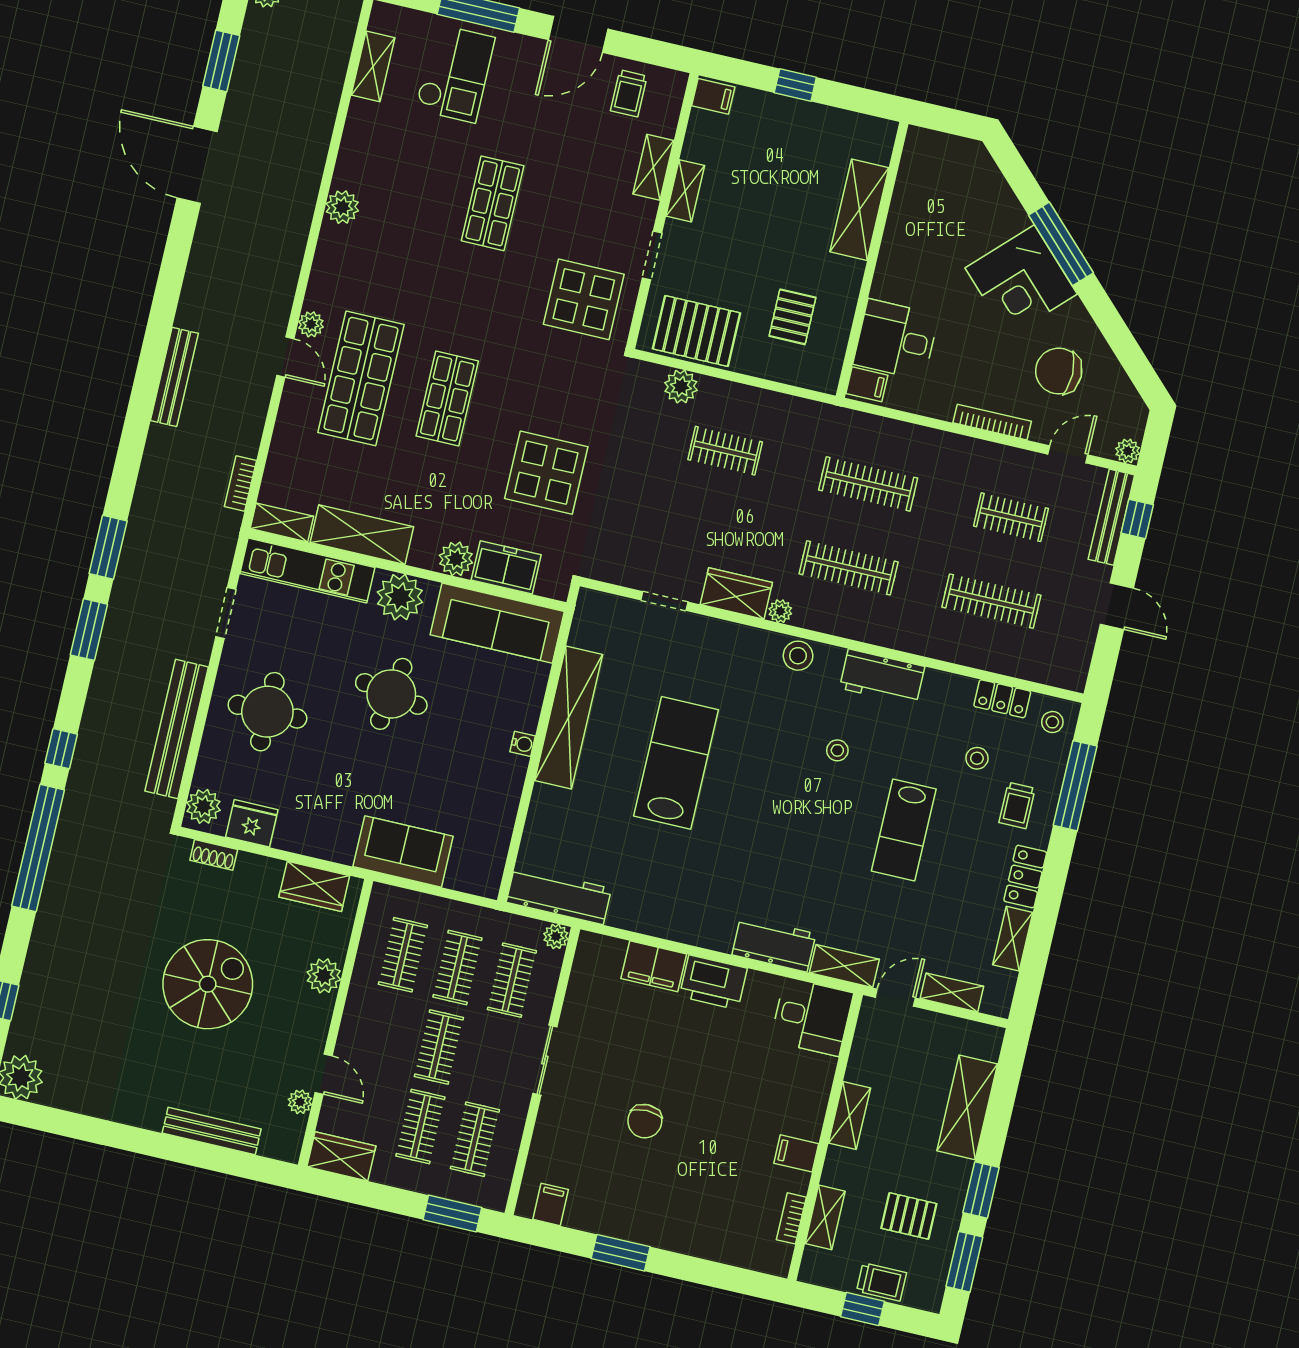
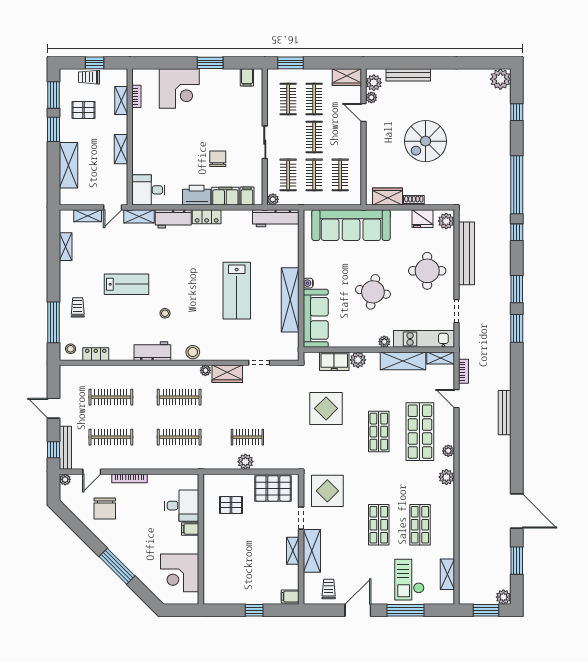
shelving: (653, 167) -> (312, 551), width x1.50, depth x1.33
shop shelf: (406, 183) -> (420, 525), added
plant: (342, 207) -> (446, 477), moved
shelving: (859, 210) -> (212, 561), removed
corner desk: (1021, 281) -> (180, 573), moved, turned -135
pallet: (792, 317) -> (231, 505), turned 90
door: (285, 357) -> (456, 399), moved
chair: (1059, 371) -> (105, 508), turned 90
filing cabinet: (867, 384) -> (190, 529), moved
plant: (681, 387) -> (245, 462), moved
clothes rail: (1011, 517) -> (111, 437), width x1.36
plant: (400, 597) -> (384, 342), width x0.53, depth x0.53
sofa: (497, 623) -> (316, 318), moved, turned 90
stool: (977, 758) -> (101, 324), removed
lab bench: (904, 830) -> (126, 284), turned 90
sofa: (403, 851) -> (351, 225), width x1.85, depth x1.27
shoe rack: (214, 855) -> (414, 200), moved
locker: (1025, 876) -> (207, 217), moved, turned 90
plant: (324, 976) -> (374, 83), moved
chair: (645, 1121) -> (218, 159), moved
filing cabinet: (796, 1153) -> (247, 196), moved, turned -90
corner desk: (698, 1214) -> (179, 89), added

